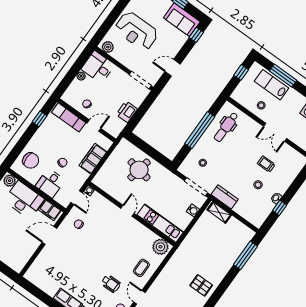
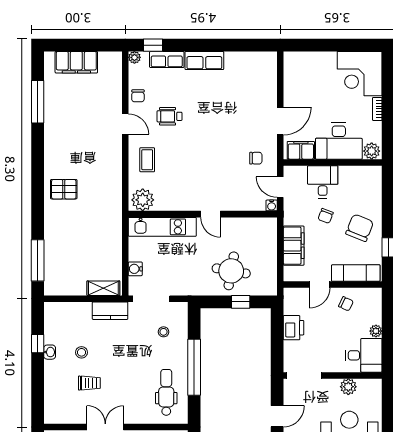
plant: (108, 47) -> (348, 387), moved
window: (146, 148) -> (241, 302), added
chair: (31, 160) -> (360, 228), moved, turned 112

